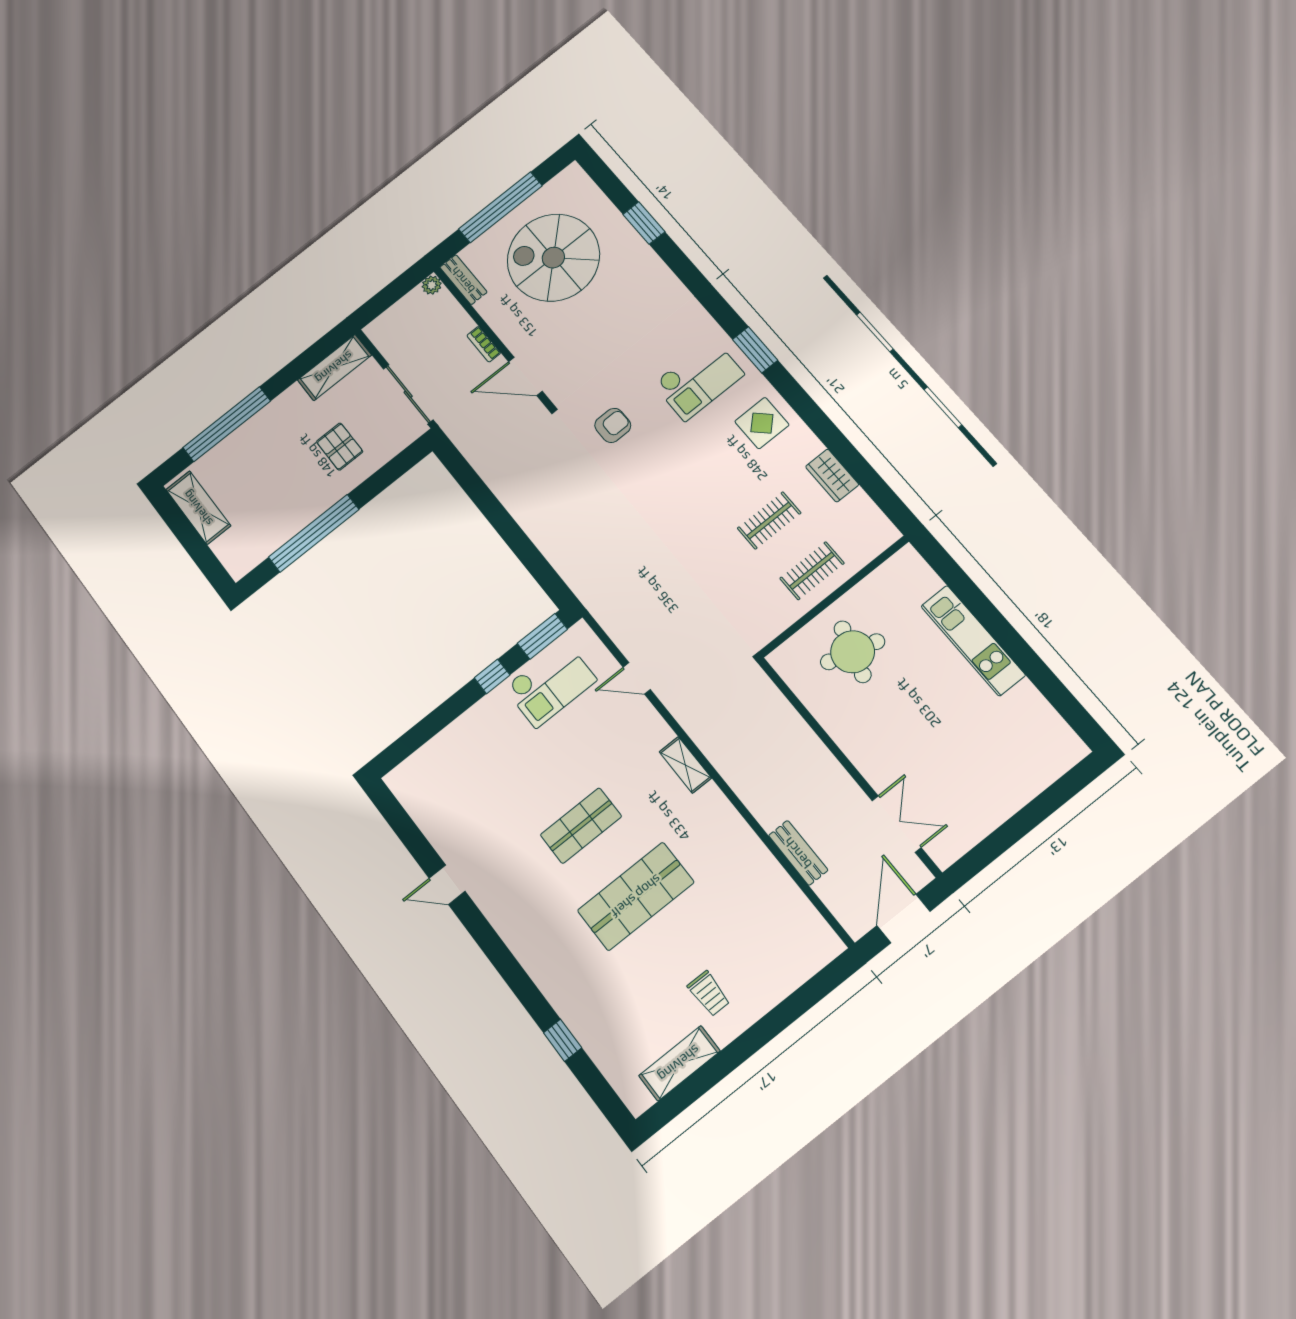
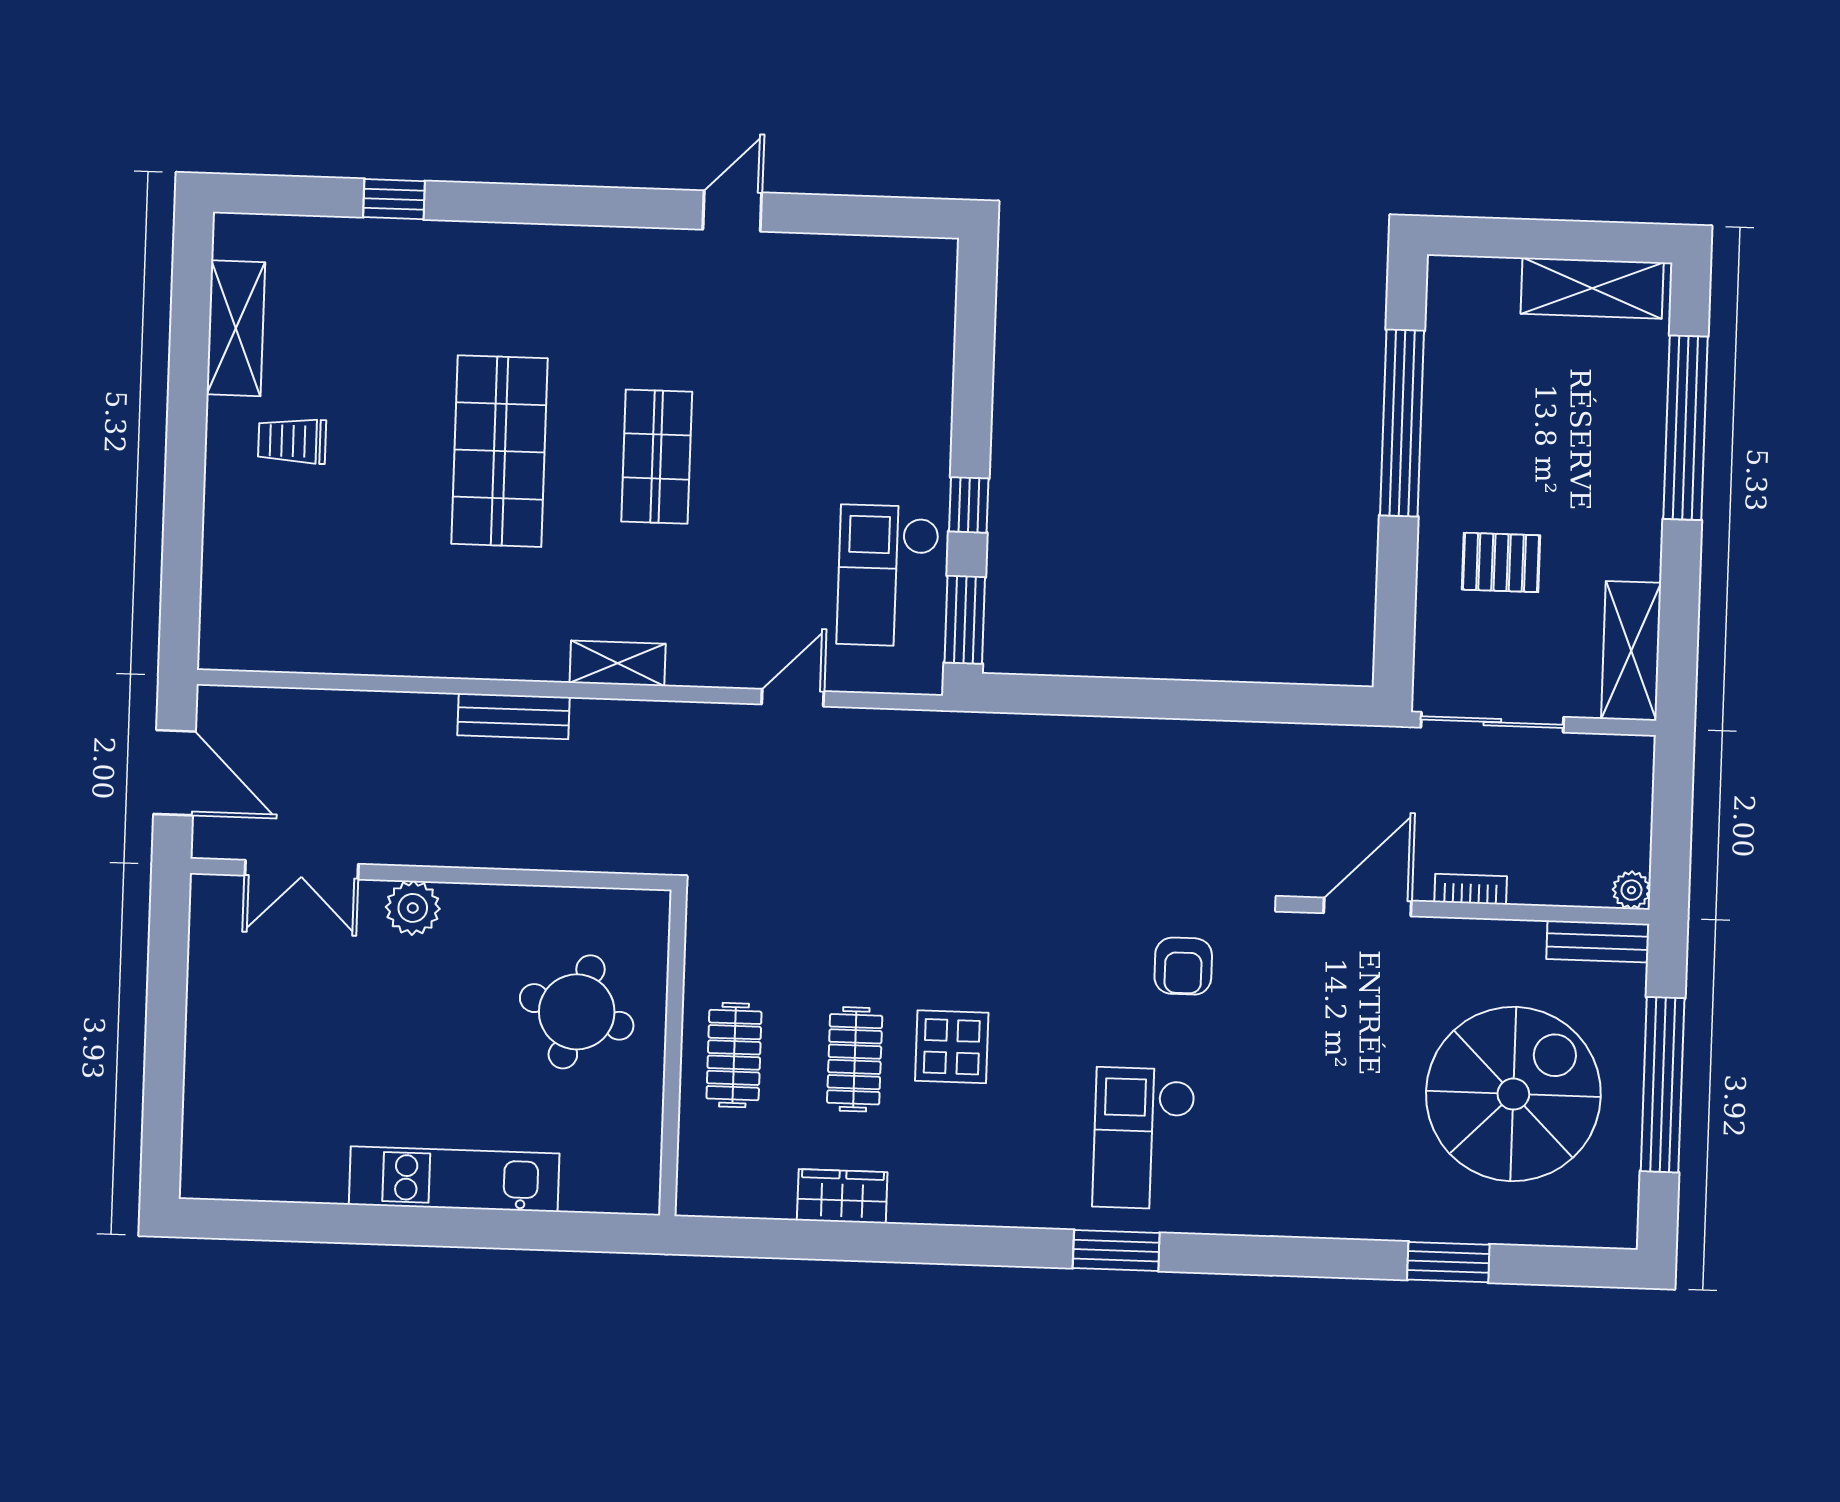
display table: (762, 423) -> (952, 1047), moved
plant: (870, 761) -> (413, 908), added
bench: (798, 853) -> (513, 716), moved

